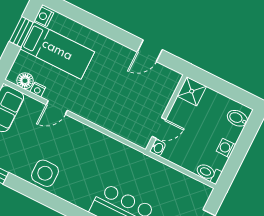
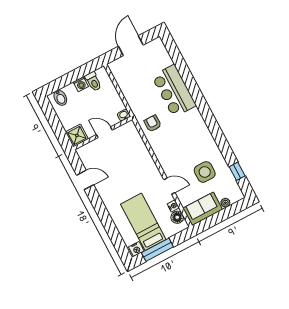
window: (21, 32) -> (157, 250), width x1.44
door: (159, 128) -> (104, 132), moved
armchair: (121, 161) -> (153, 123), added
side table: (45, 173) -> (205, 172), moved
toilet: (208, 173) -> (93, 82), moved

